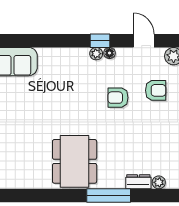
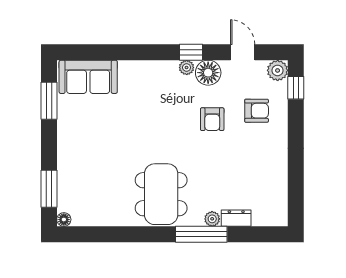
floor lamp: (109, 53) -> (208, 73), width x1.89, depth x1.89
armchair: (118, 98) -> (212, 119), turned -90
plant: (159, 182) -> (212, 219), moved

